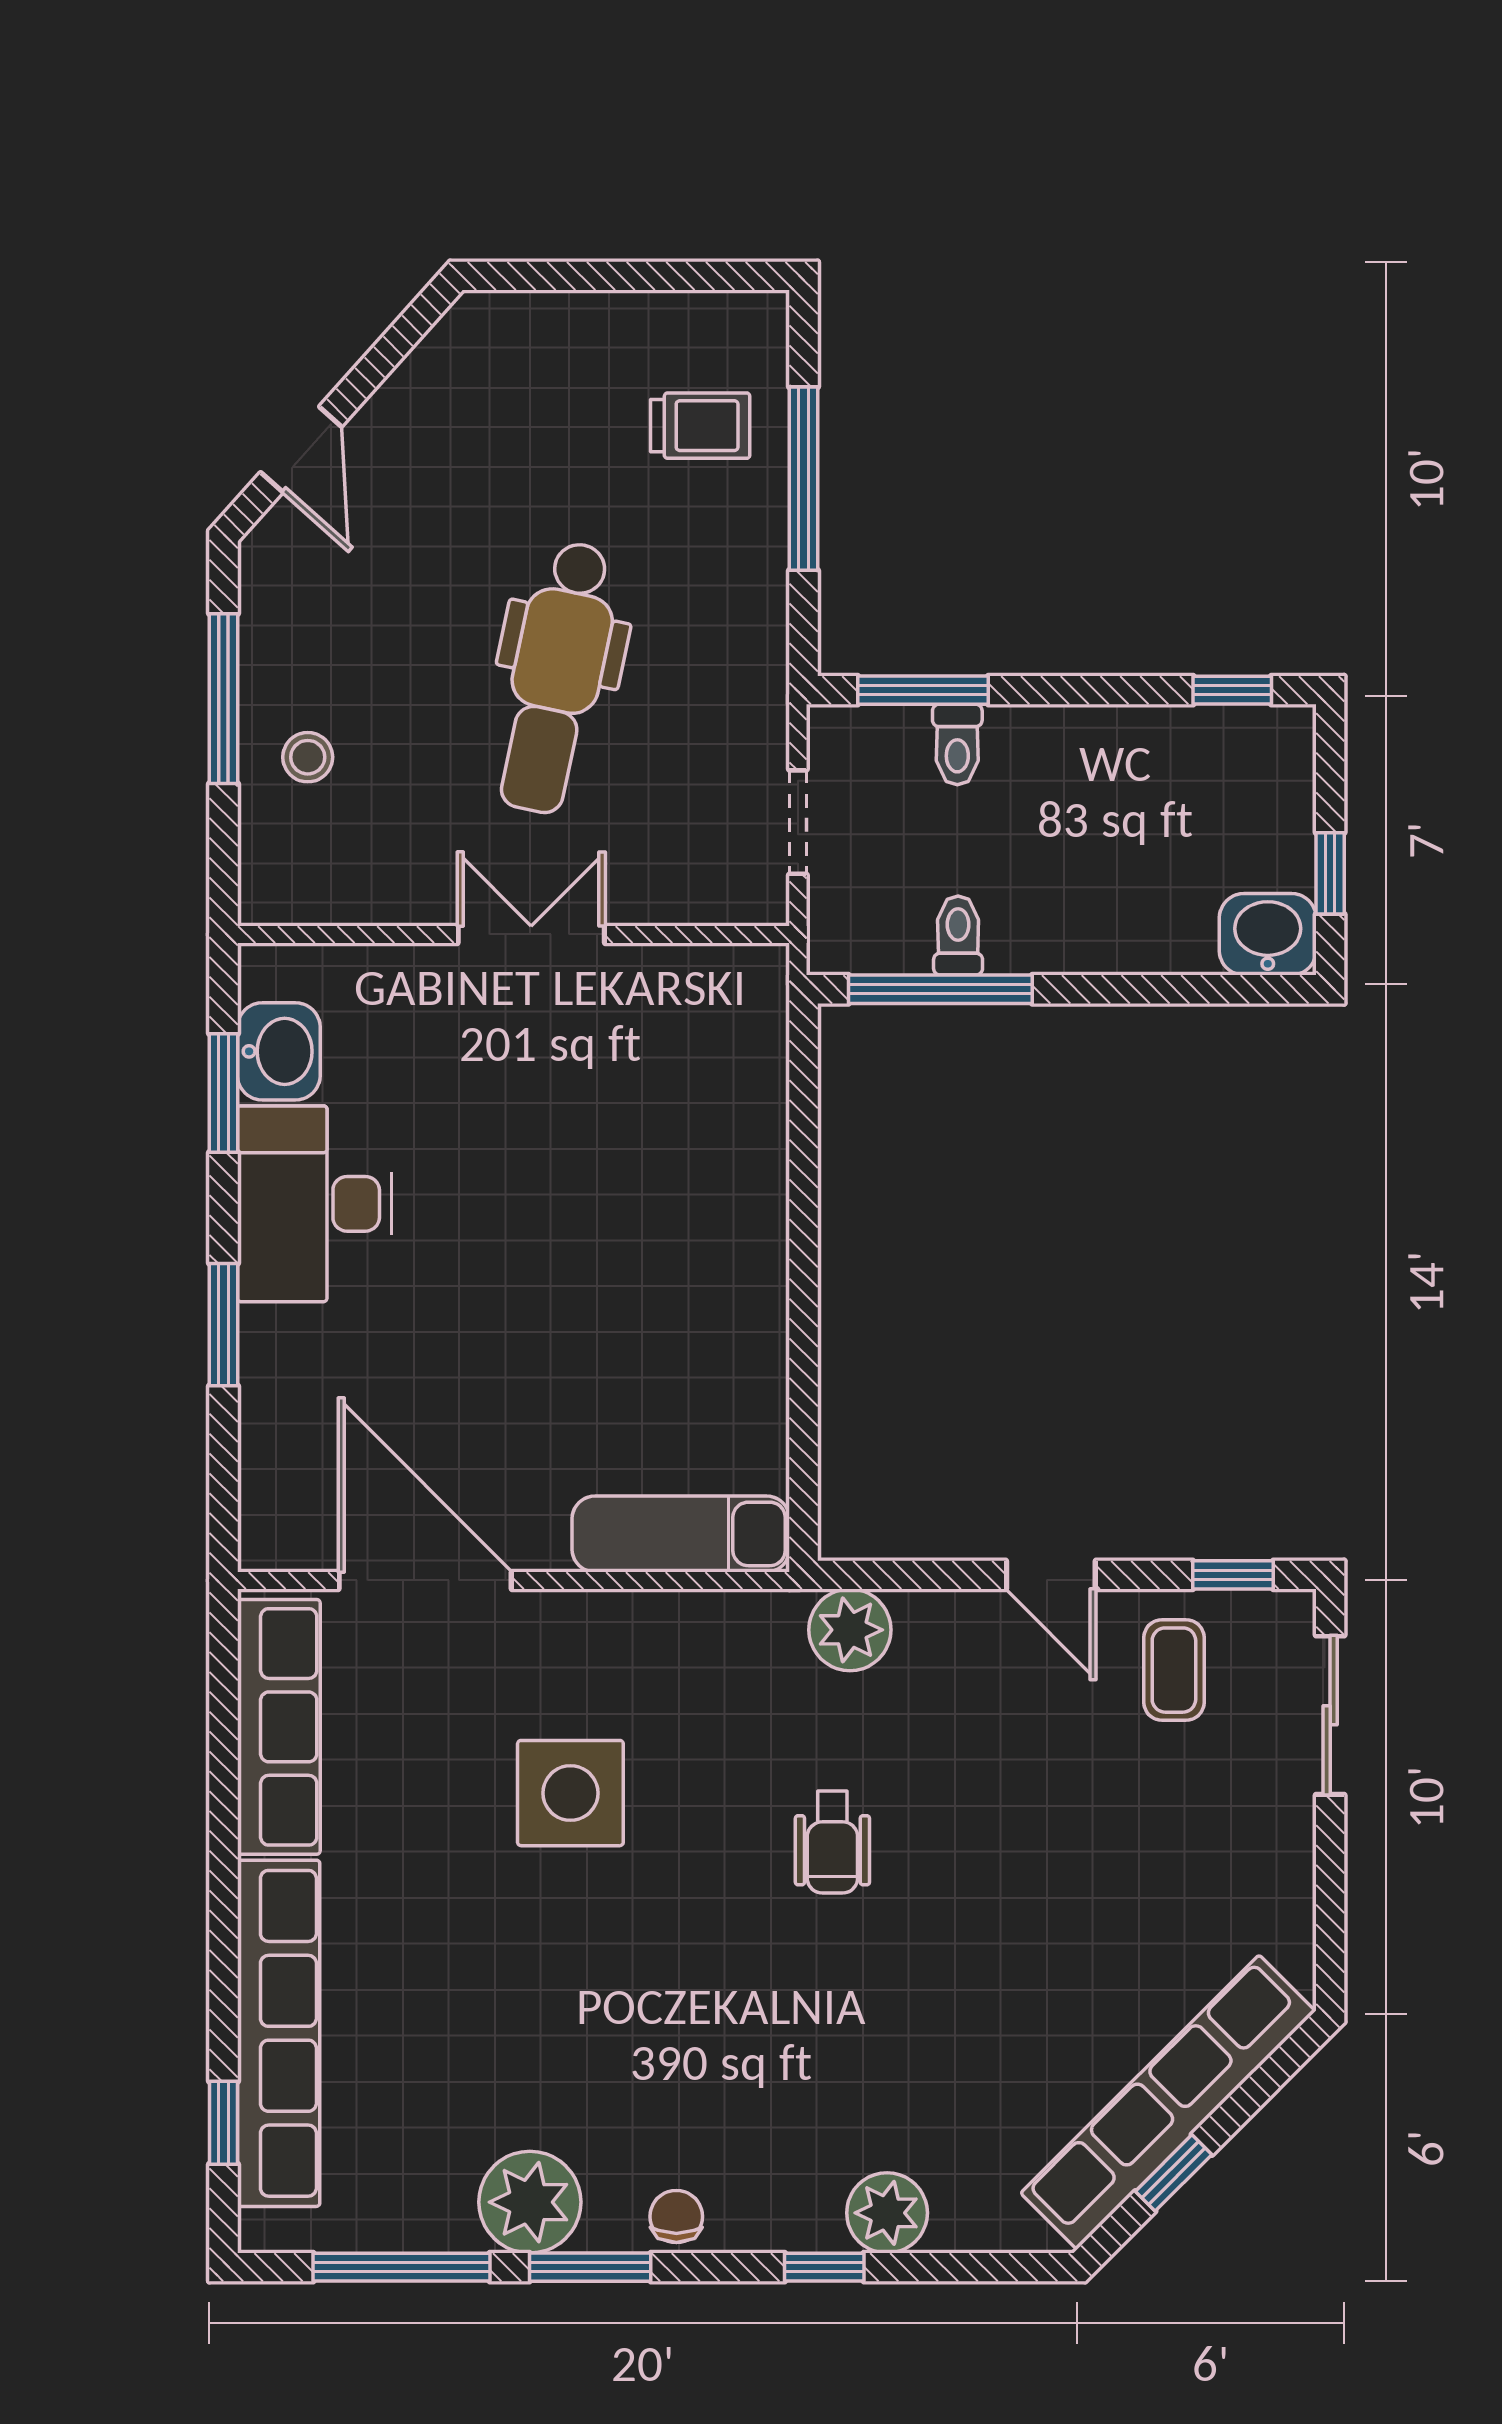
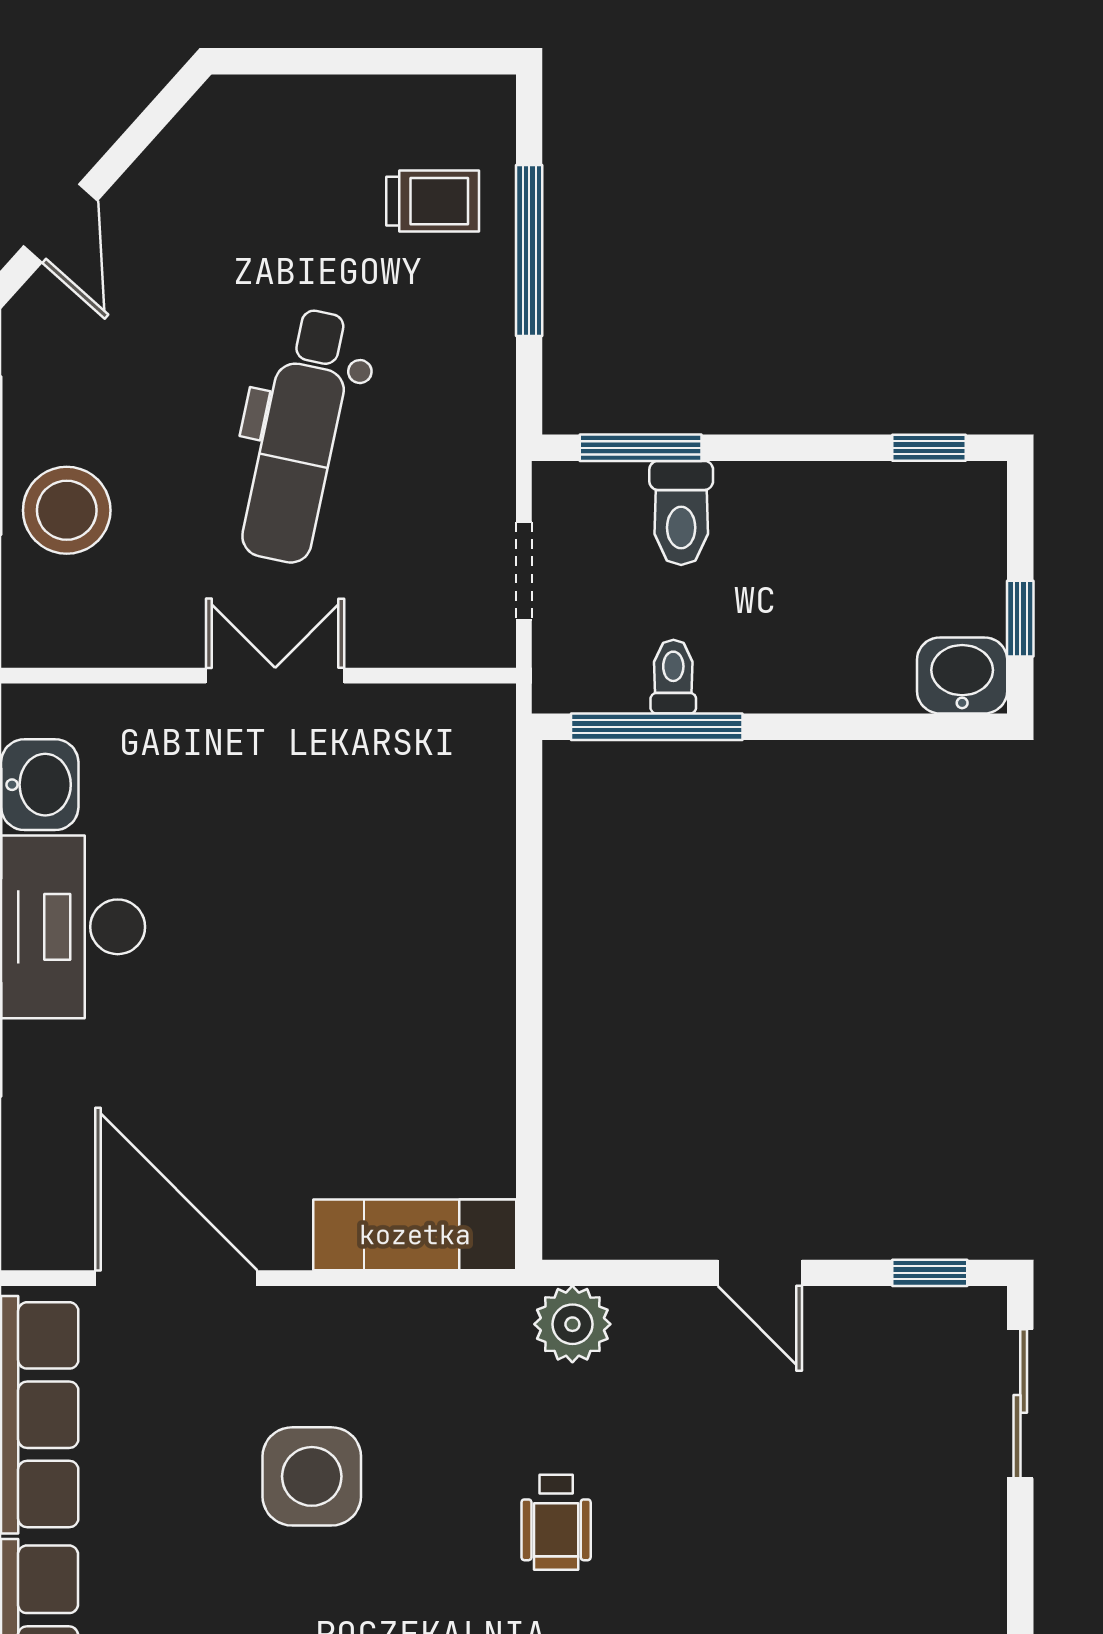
toilet: (957, 745) -> (681, 513), width x1.37, depth x1.39
stool: (308, 757) -> (67, 510), width x1.89, depth x1.89
coffee table: (1174, 1670) -> (875, 1362), removed

